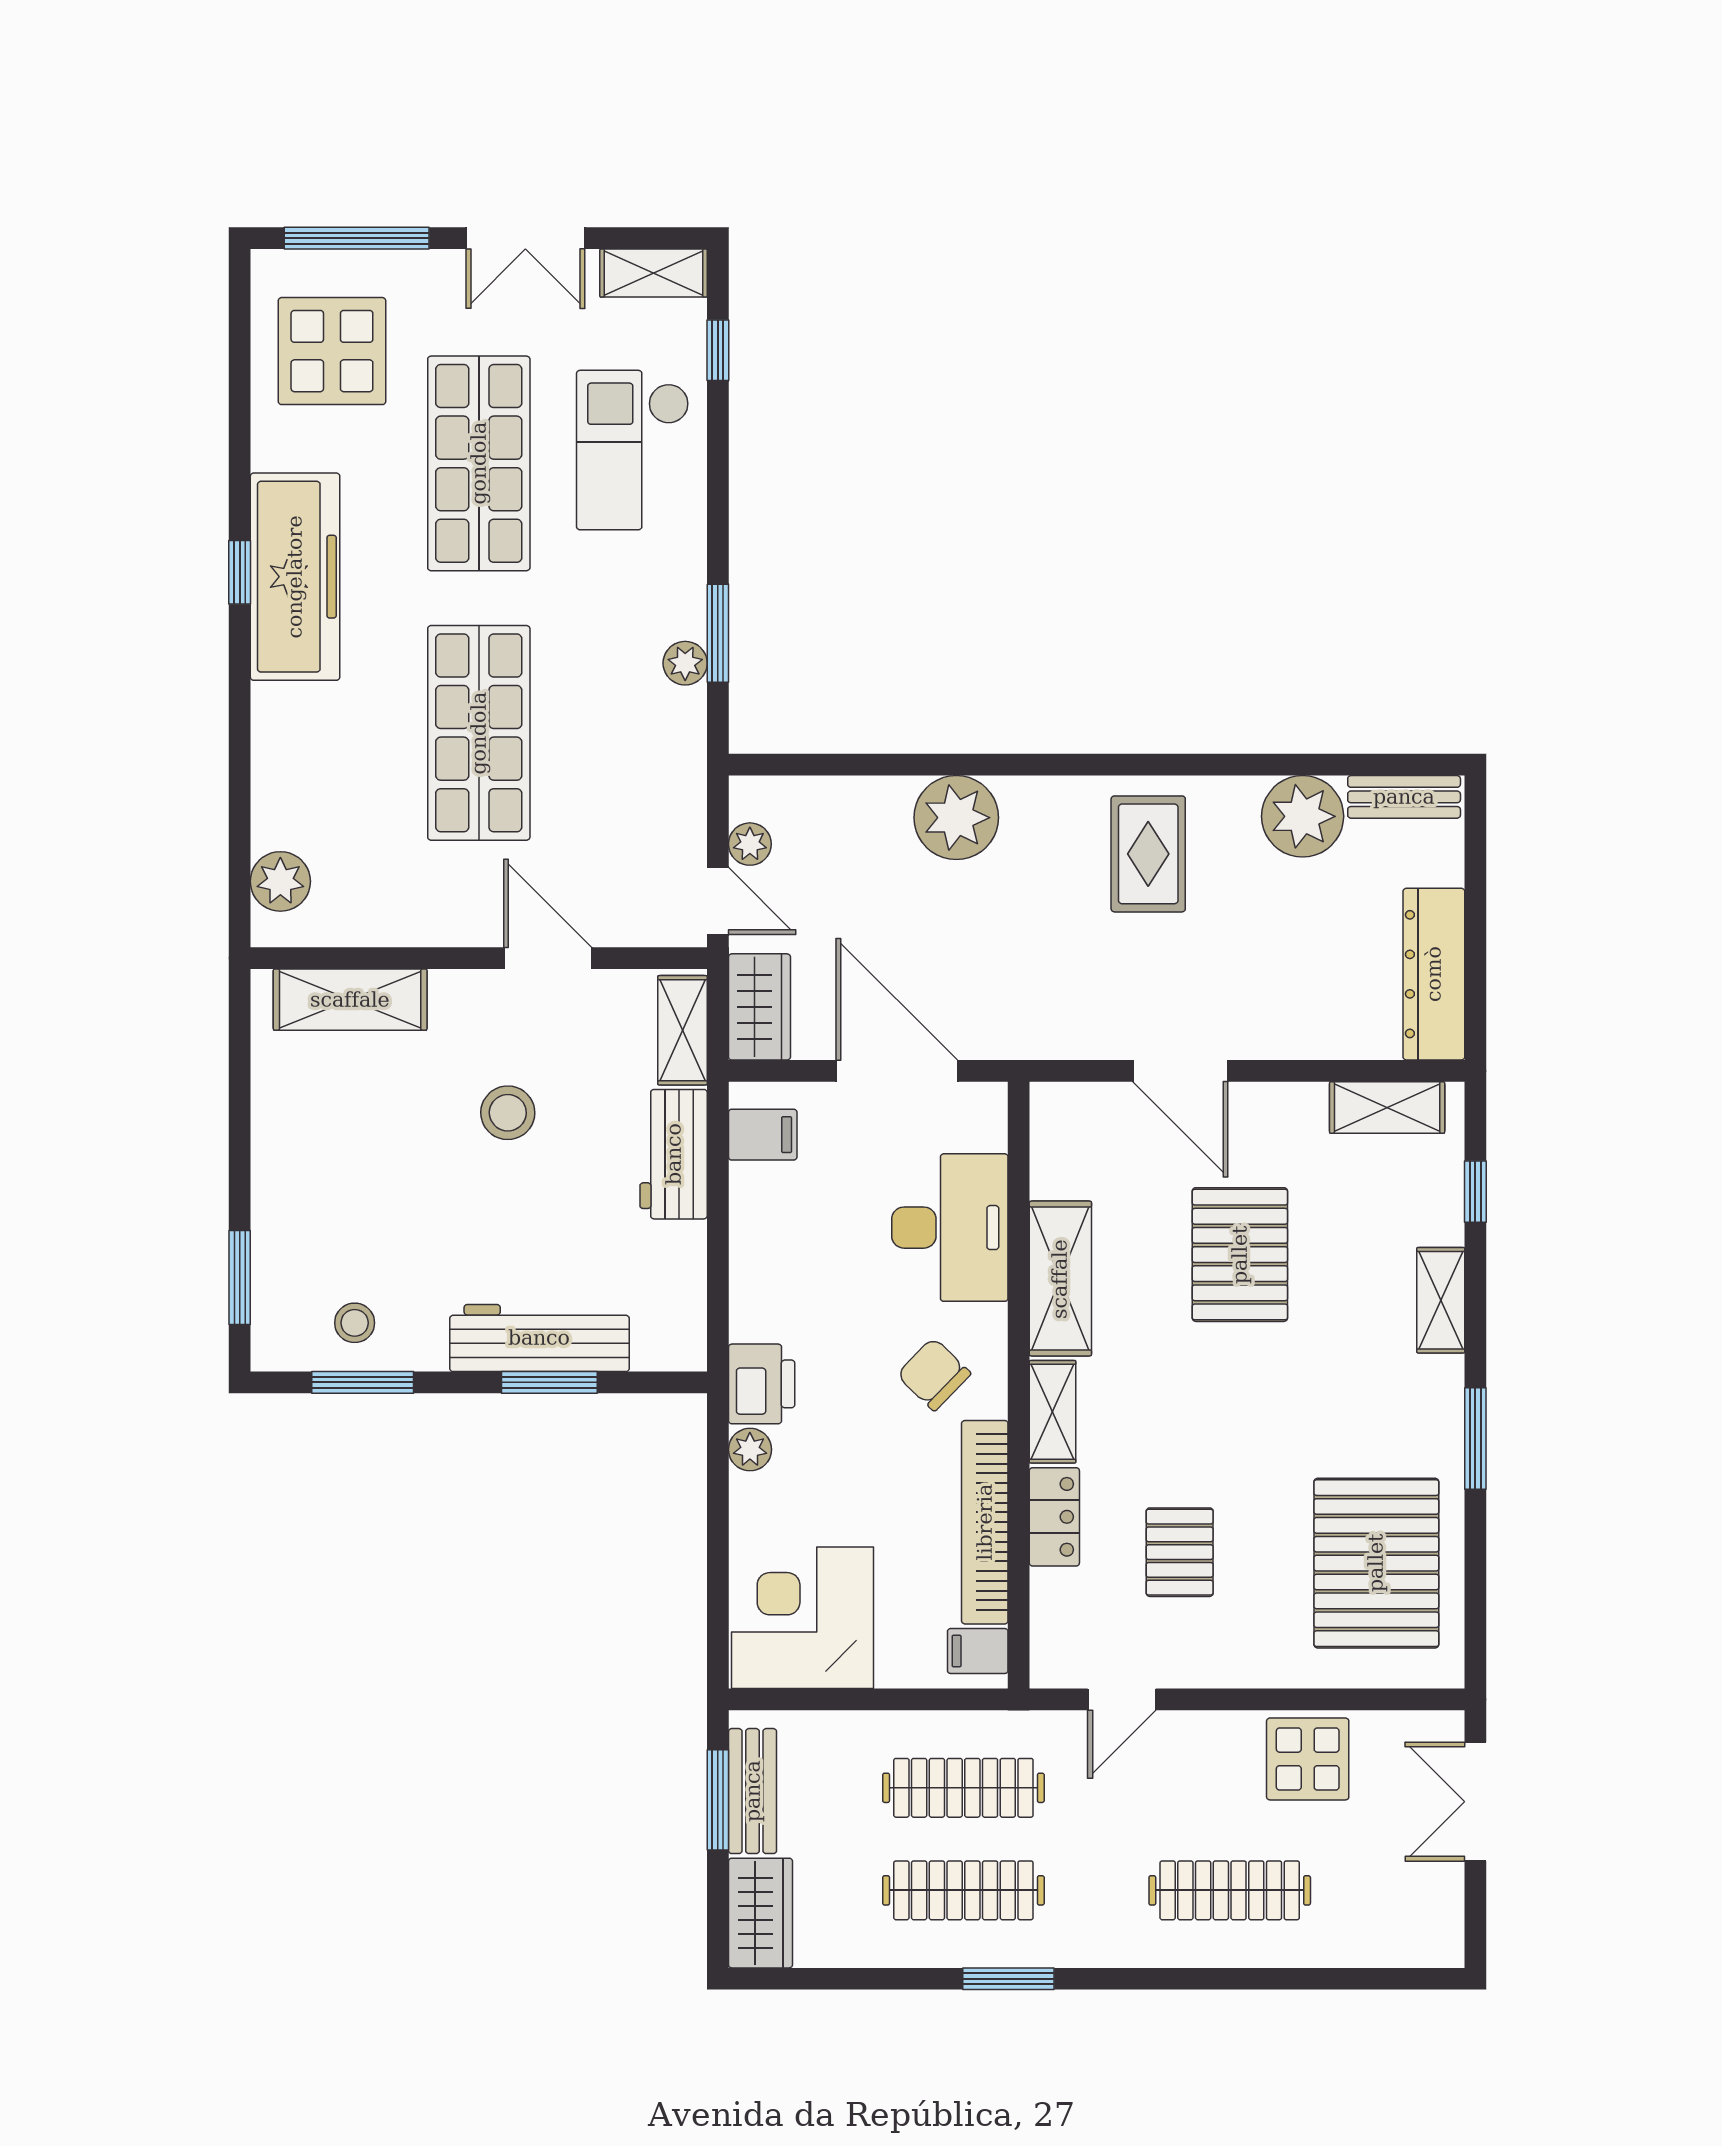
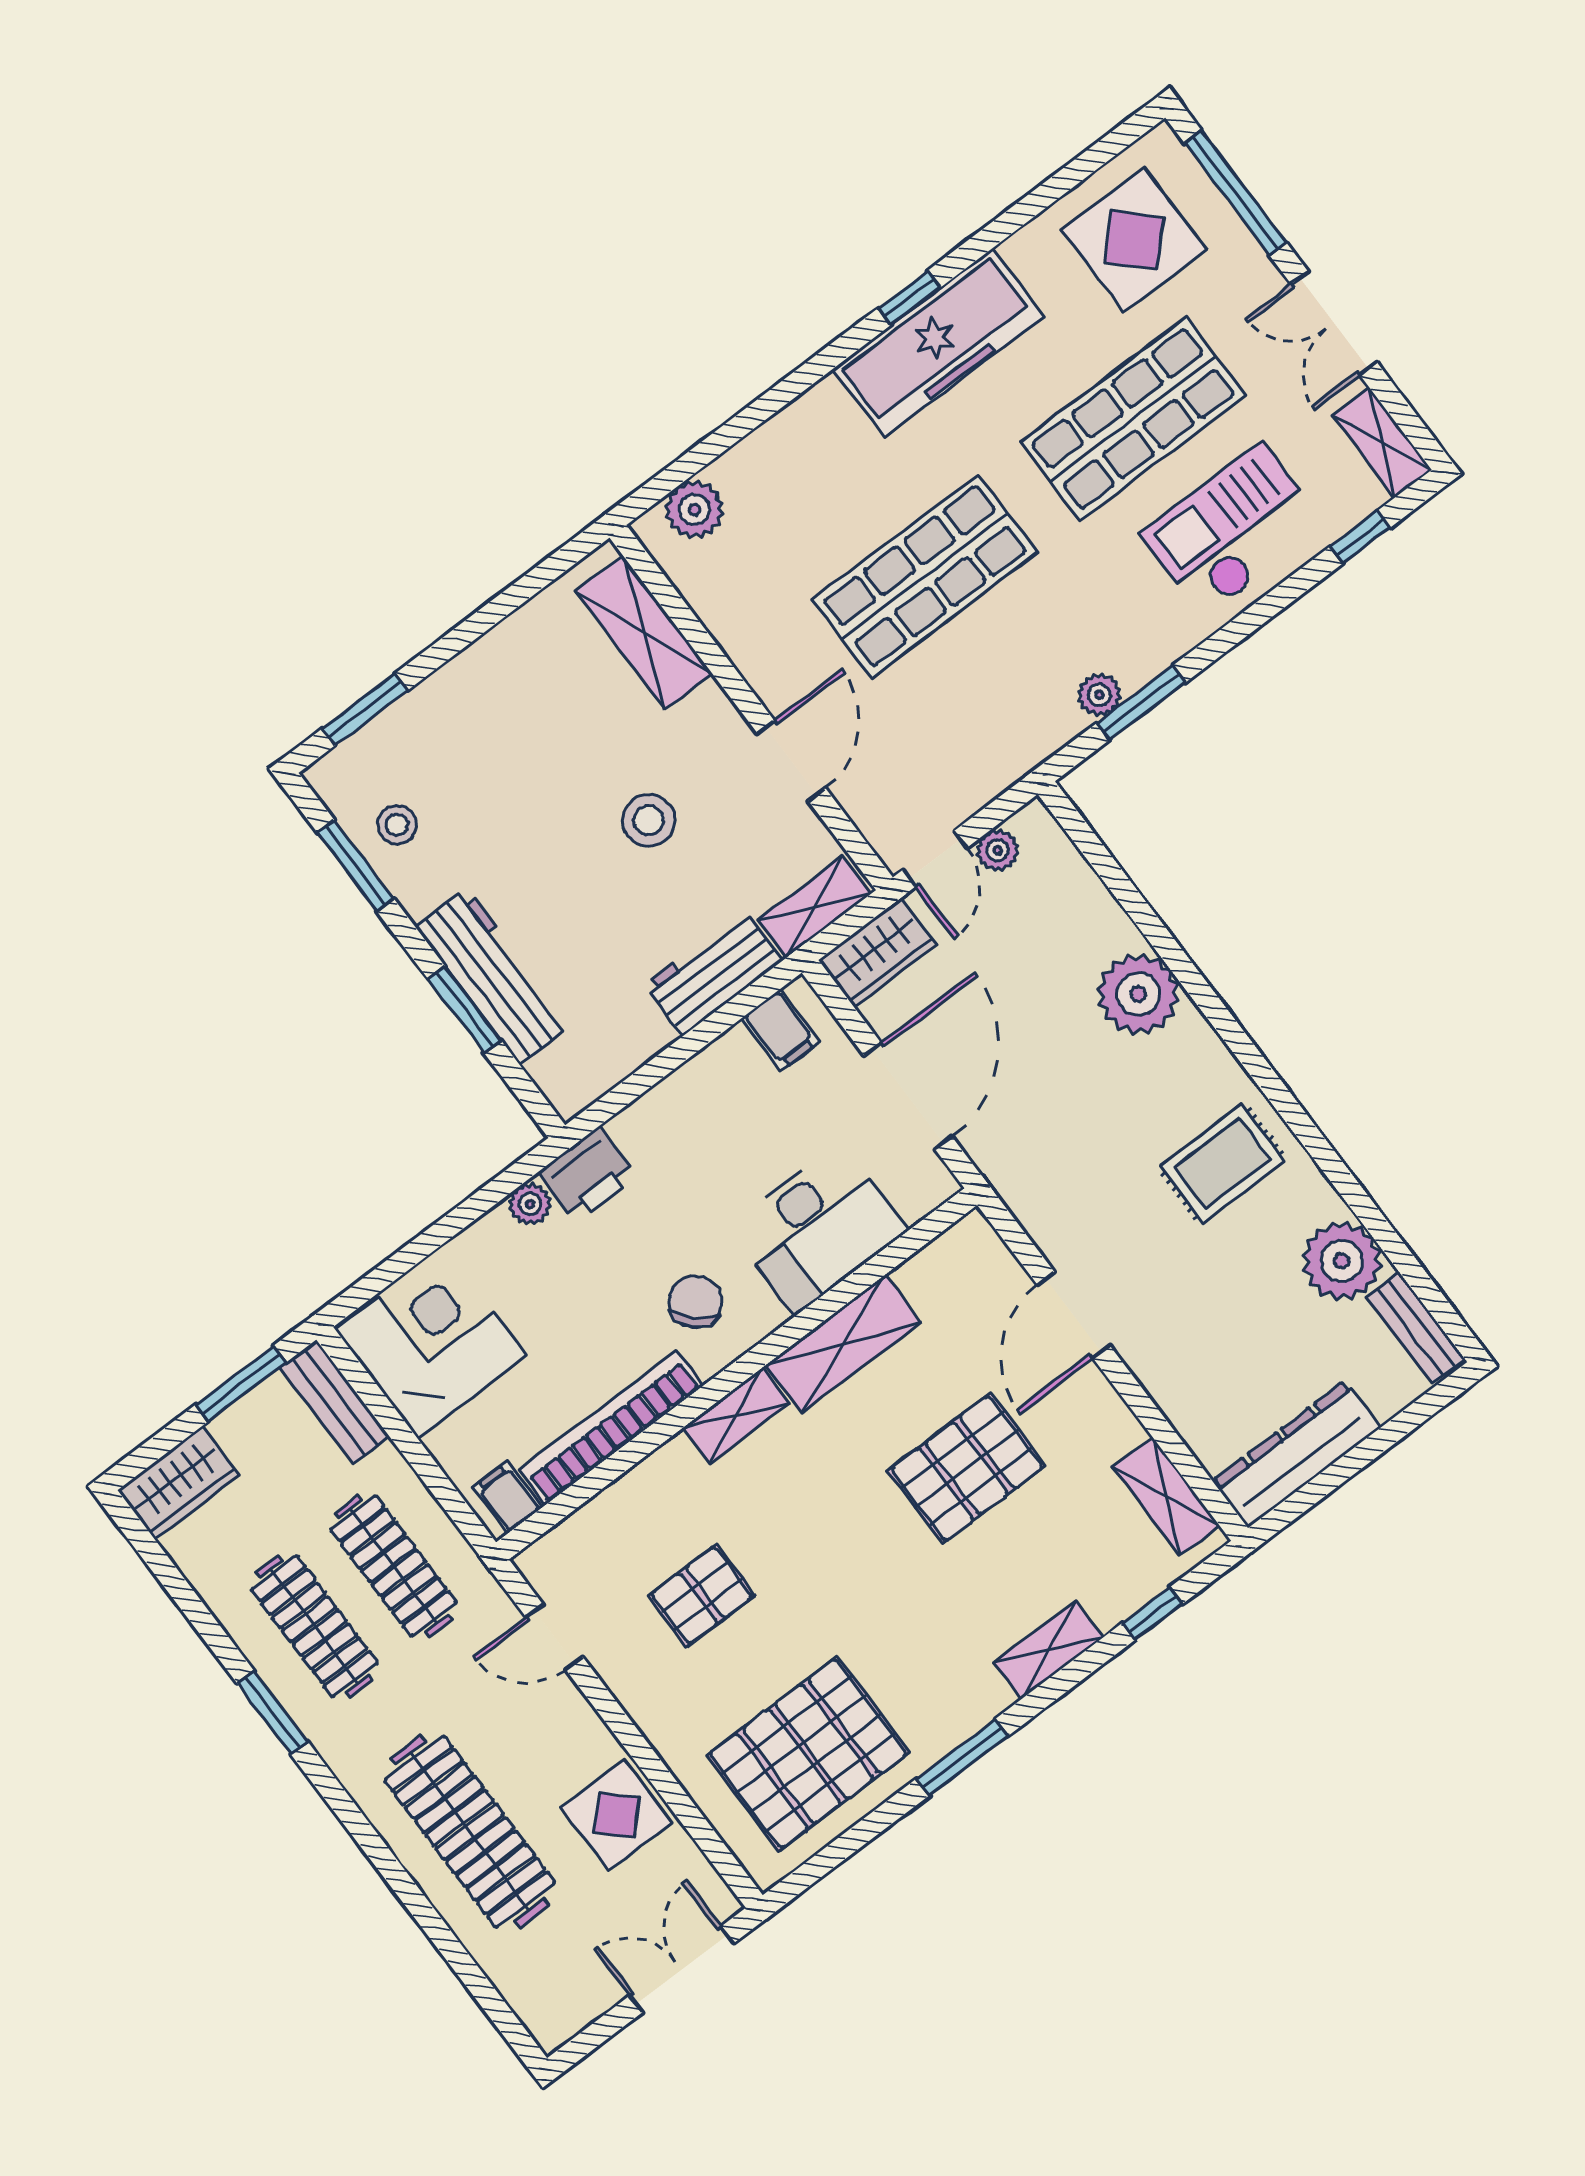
locker: (1054, 1517) -> (656, 1478), removed
bench: (753, 1791) -> (334, 1402), moved, turned 90
clothes rail: (1230, 1890) -> (470, 1832), width x1.37, depth x1.31

